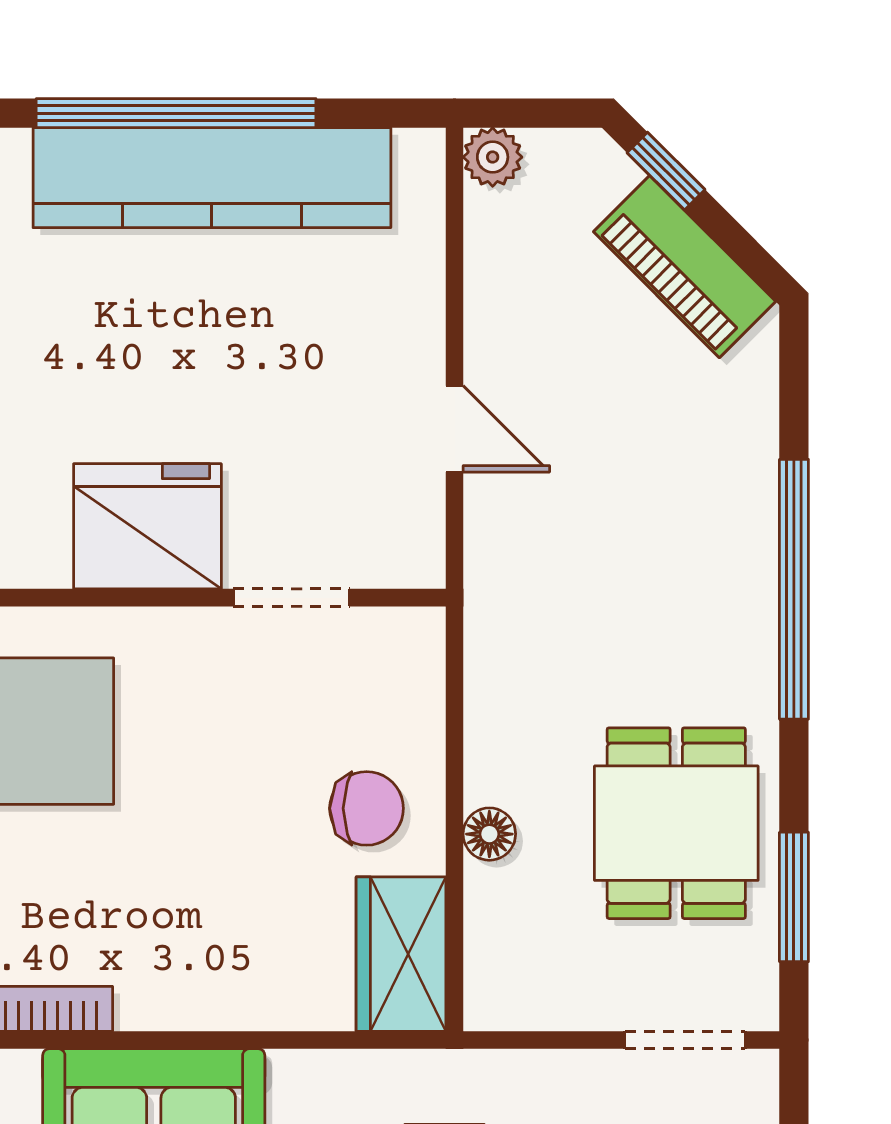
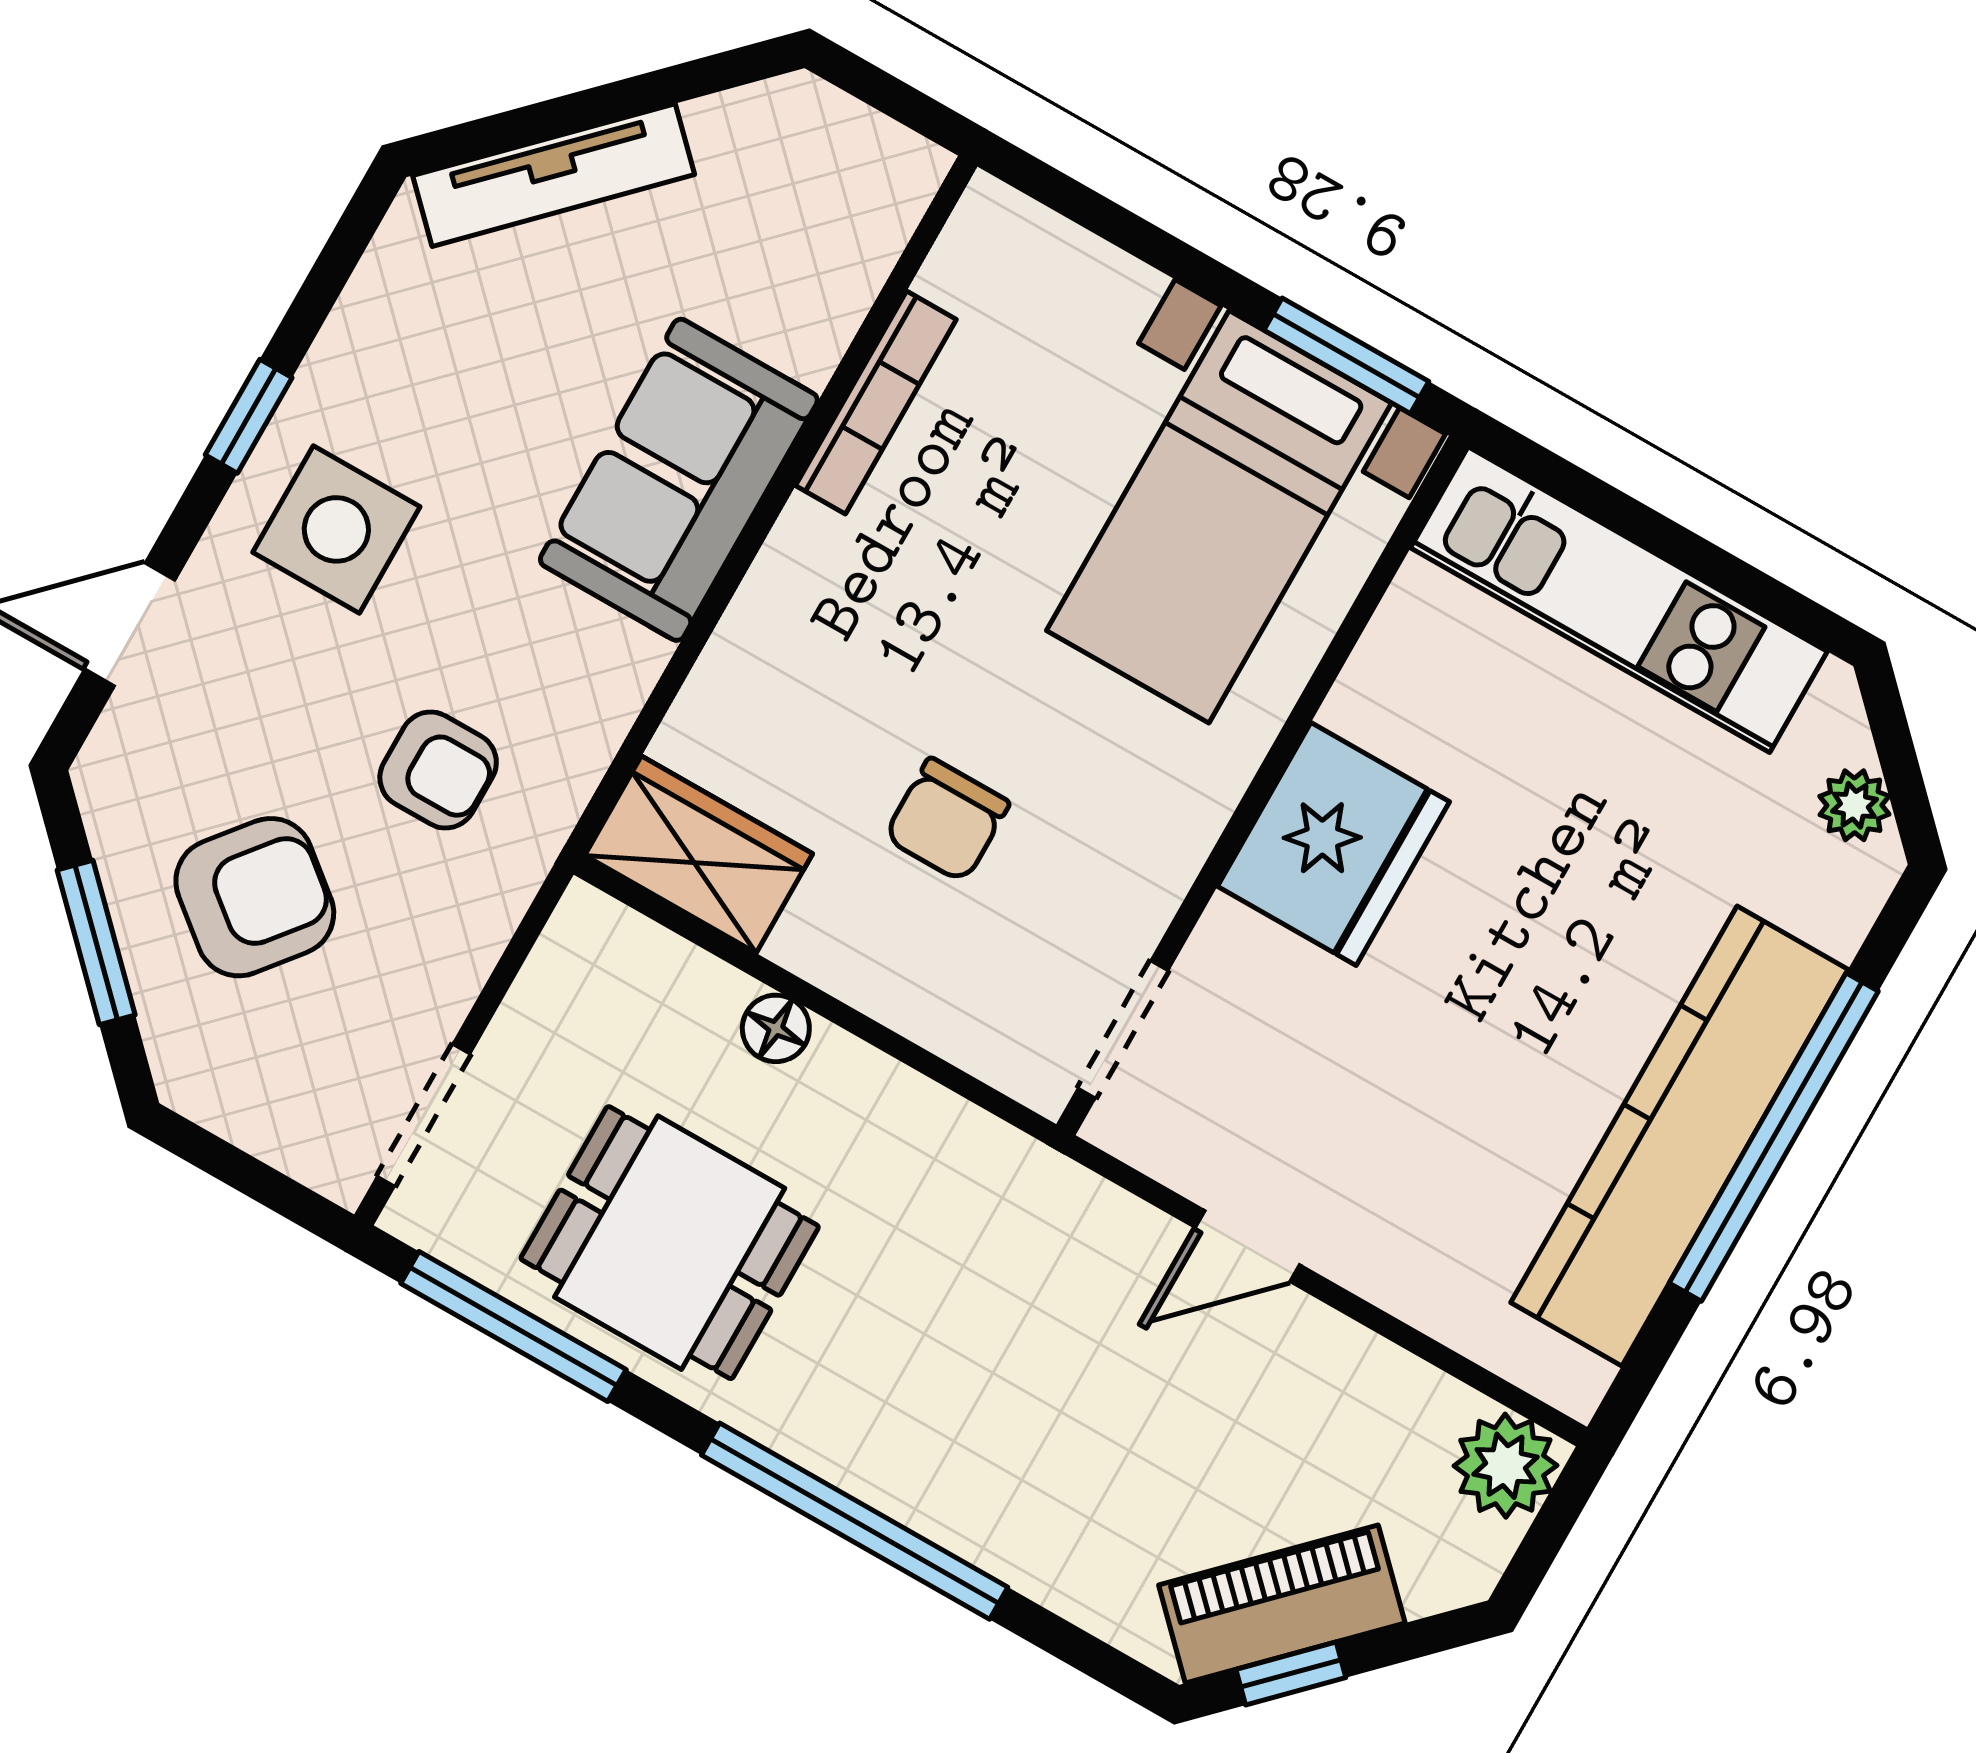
plant: (493, 157) -> (1505, 1466), width x1.38, depth x1.38
window: (666, 171) -> (1291, 1674), moved
doorway: (291, 598) -> (1123, 1029), moved
chair: (367, 808) -> (947, 820), moved
window: (794, 897) -> (513, 1326), width x1.44

